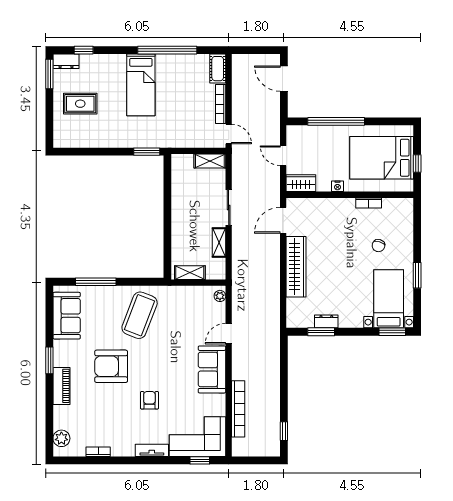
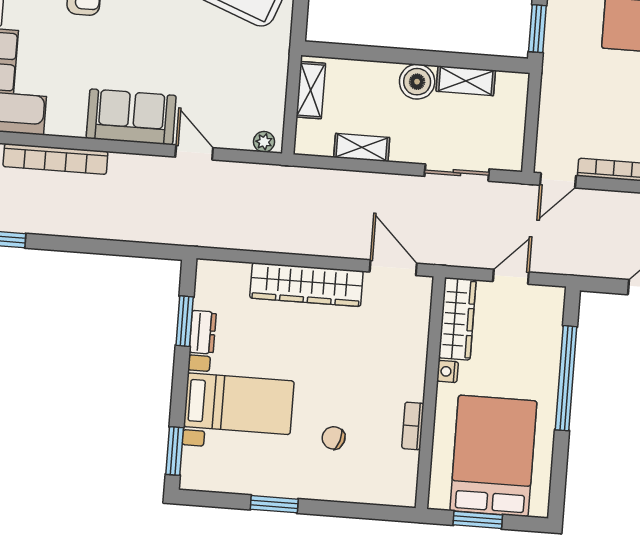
shelving: (210, 161) -> (466, 81), moved, turned 90
window: (417, 164) -> (478, 520), width x1.50
wardrobe: (301, 183) -> (457, 319), width x1.50
sliding door: (229, 208) -> (457, 173), moved
boiler: (181, 215) -> (417, 82), added
bed with nightstands: (389, 299) -> (239, 404), moved

